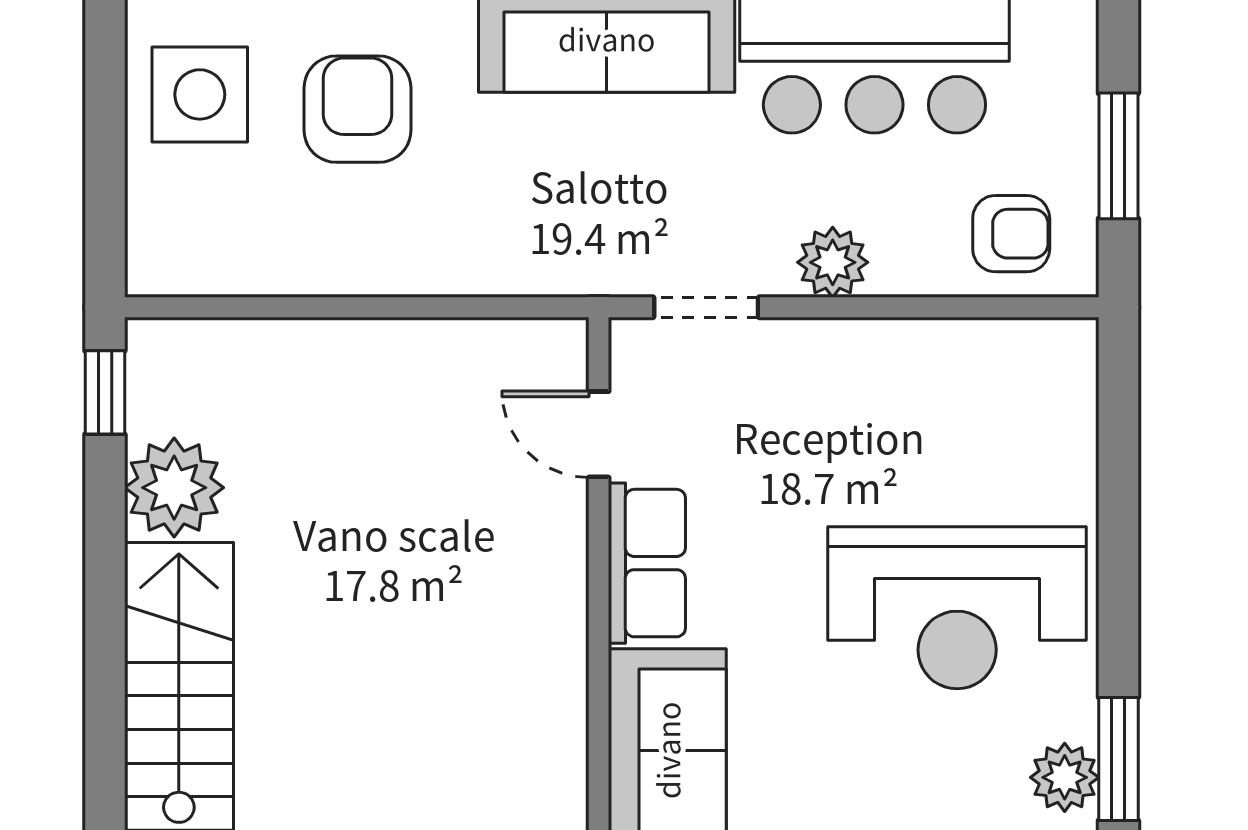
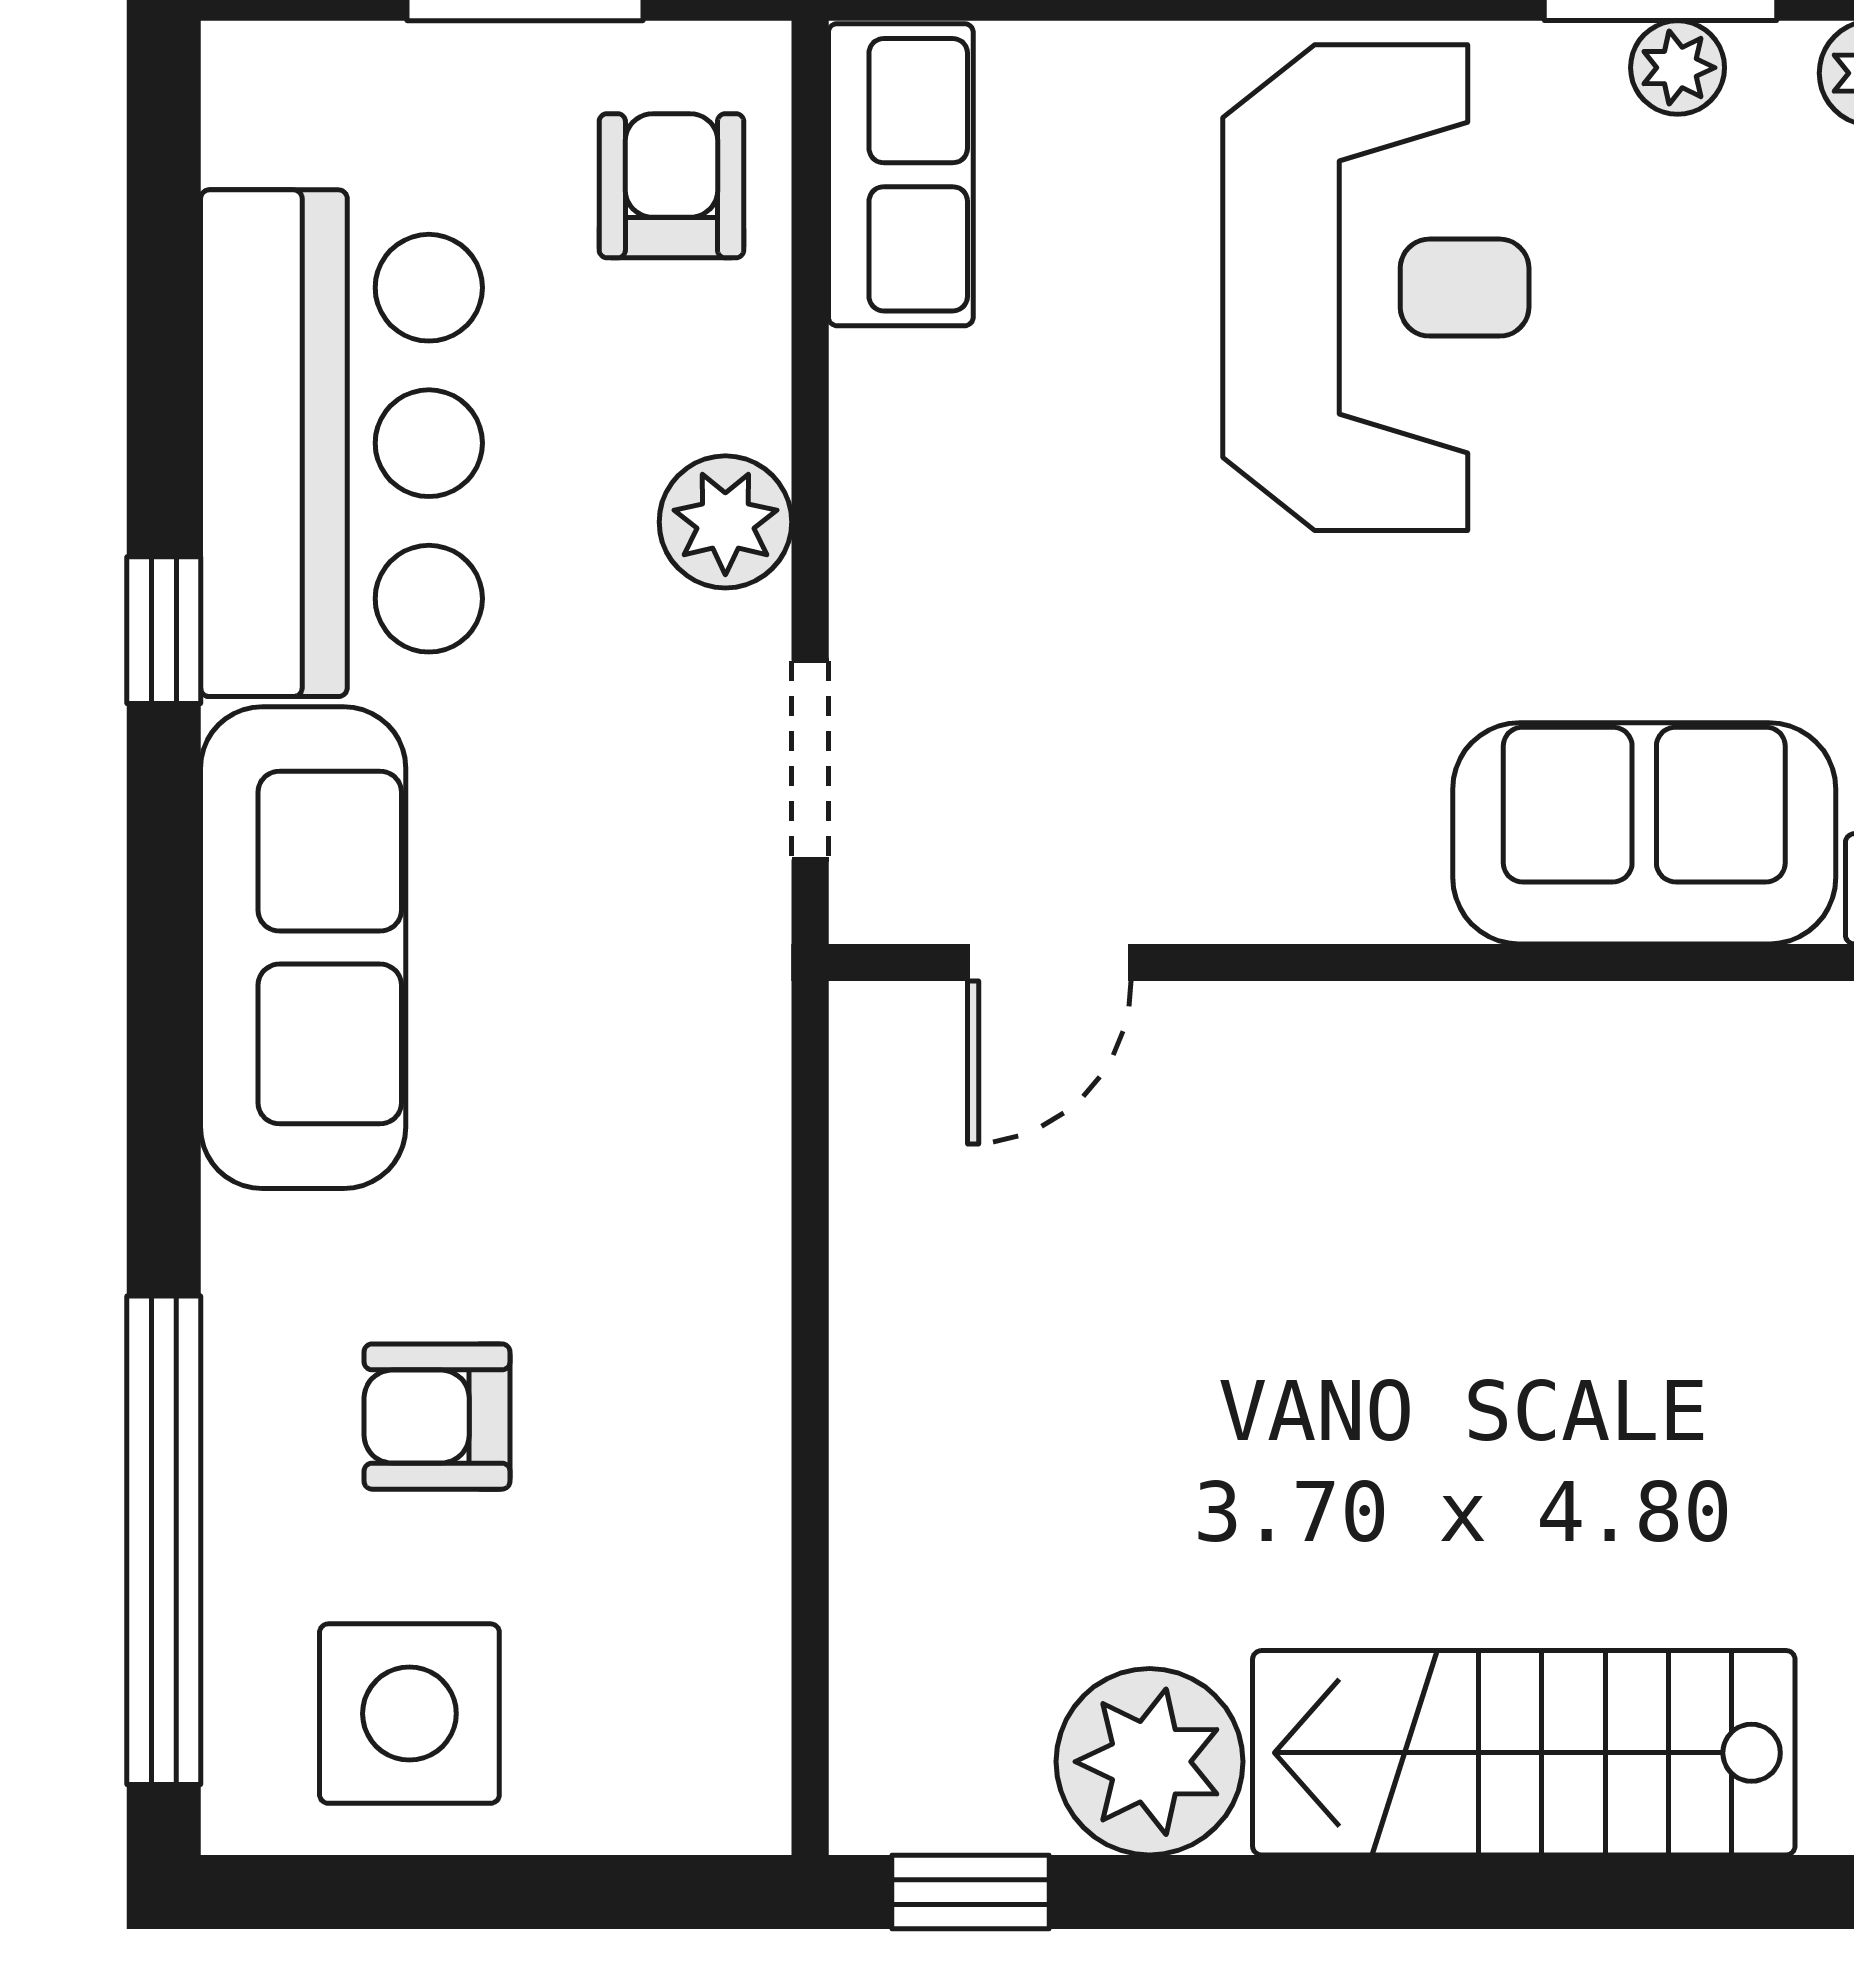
armchair: (357, 109) -> (437, 1417), width x0.72, depth x0.72
row of seats: (647, 563) -> (901, 175), moved, turned 90
plant: (1065, 777) -> (1678, 68), width x0.73, depth x0.73

